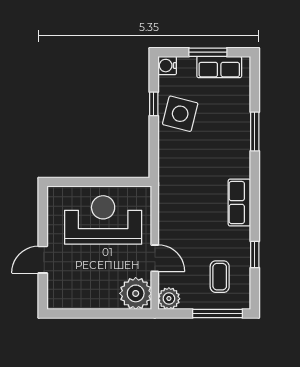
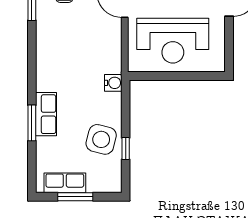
water cooler: (167, 66) -> (113, 83), moved
row of seats: (239, 203) -> (46, 114), moved

